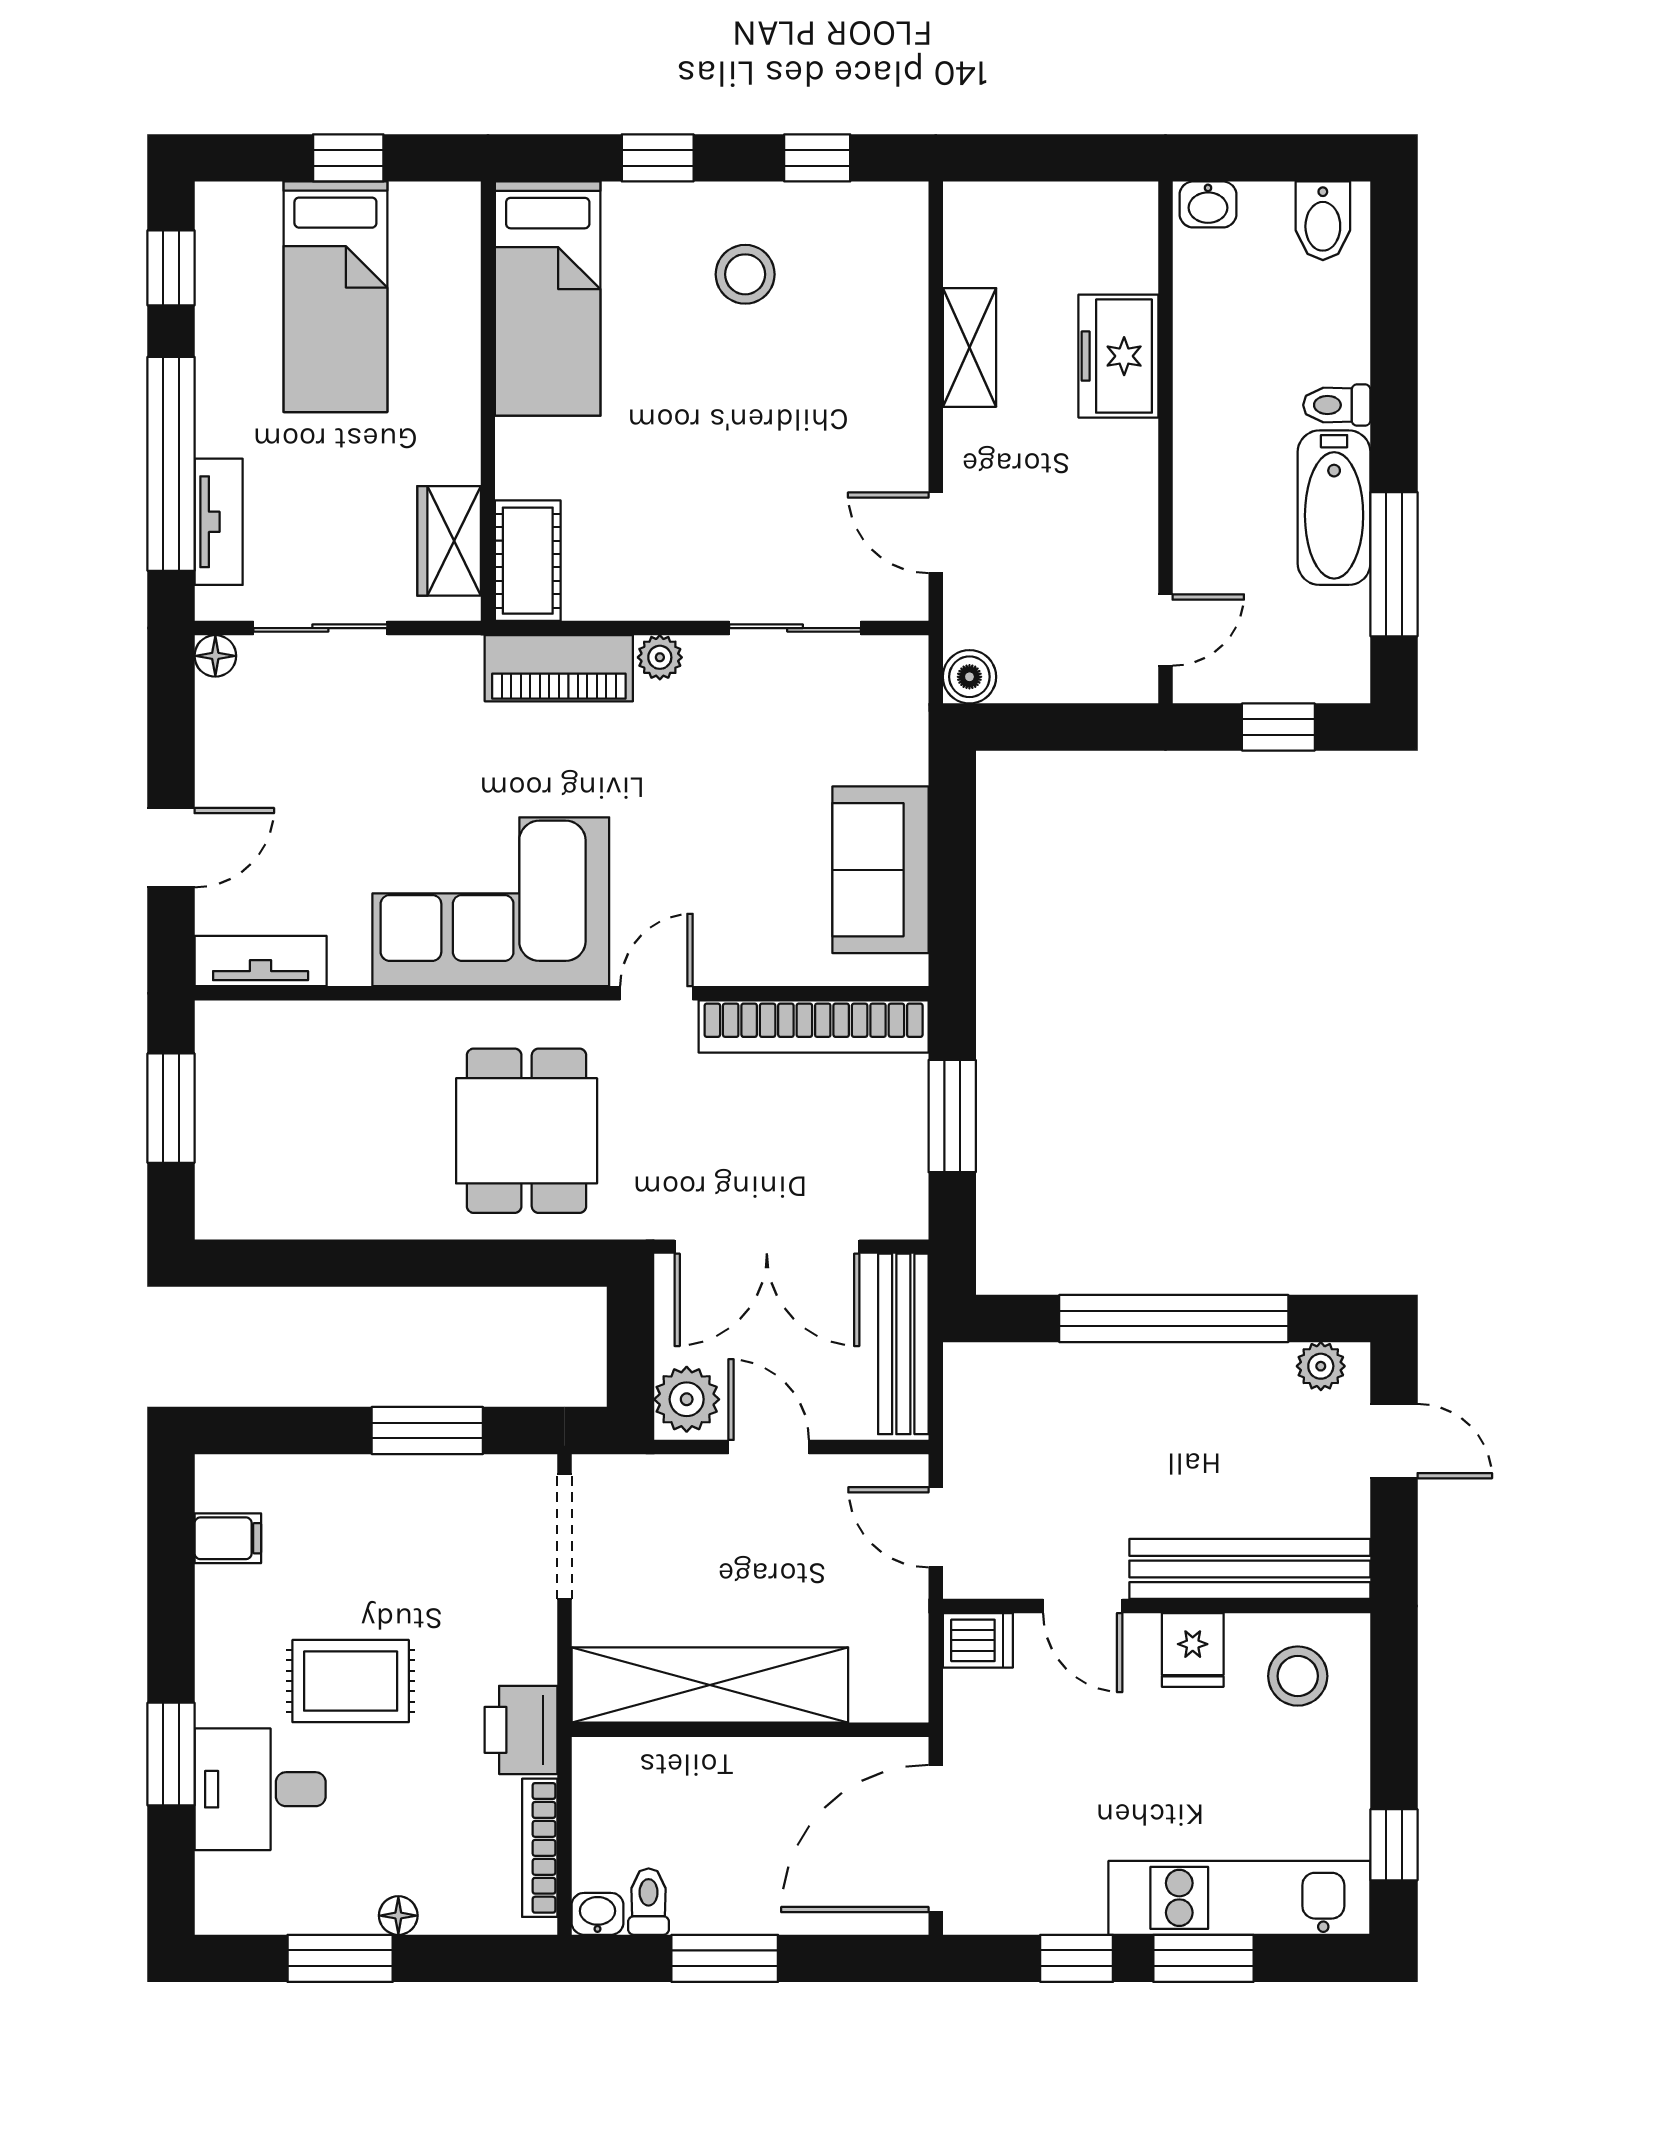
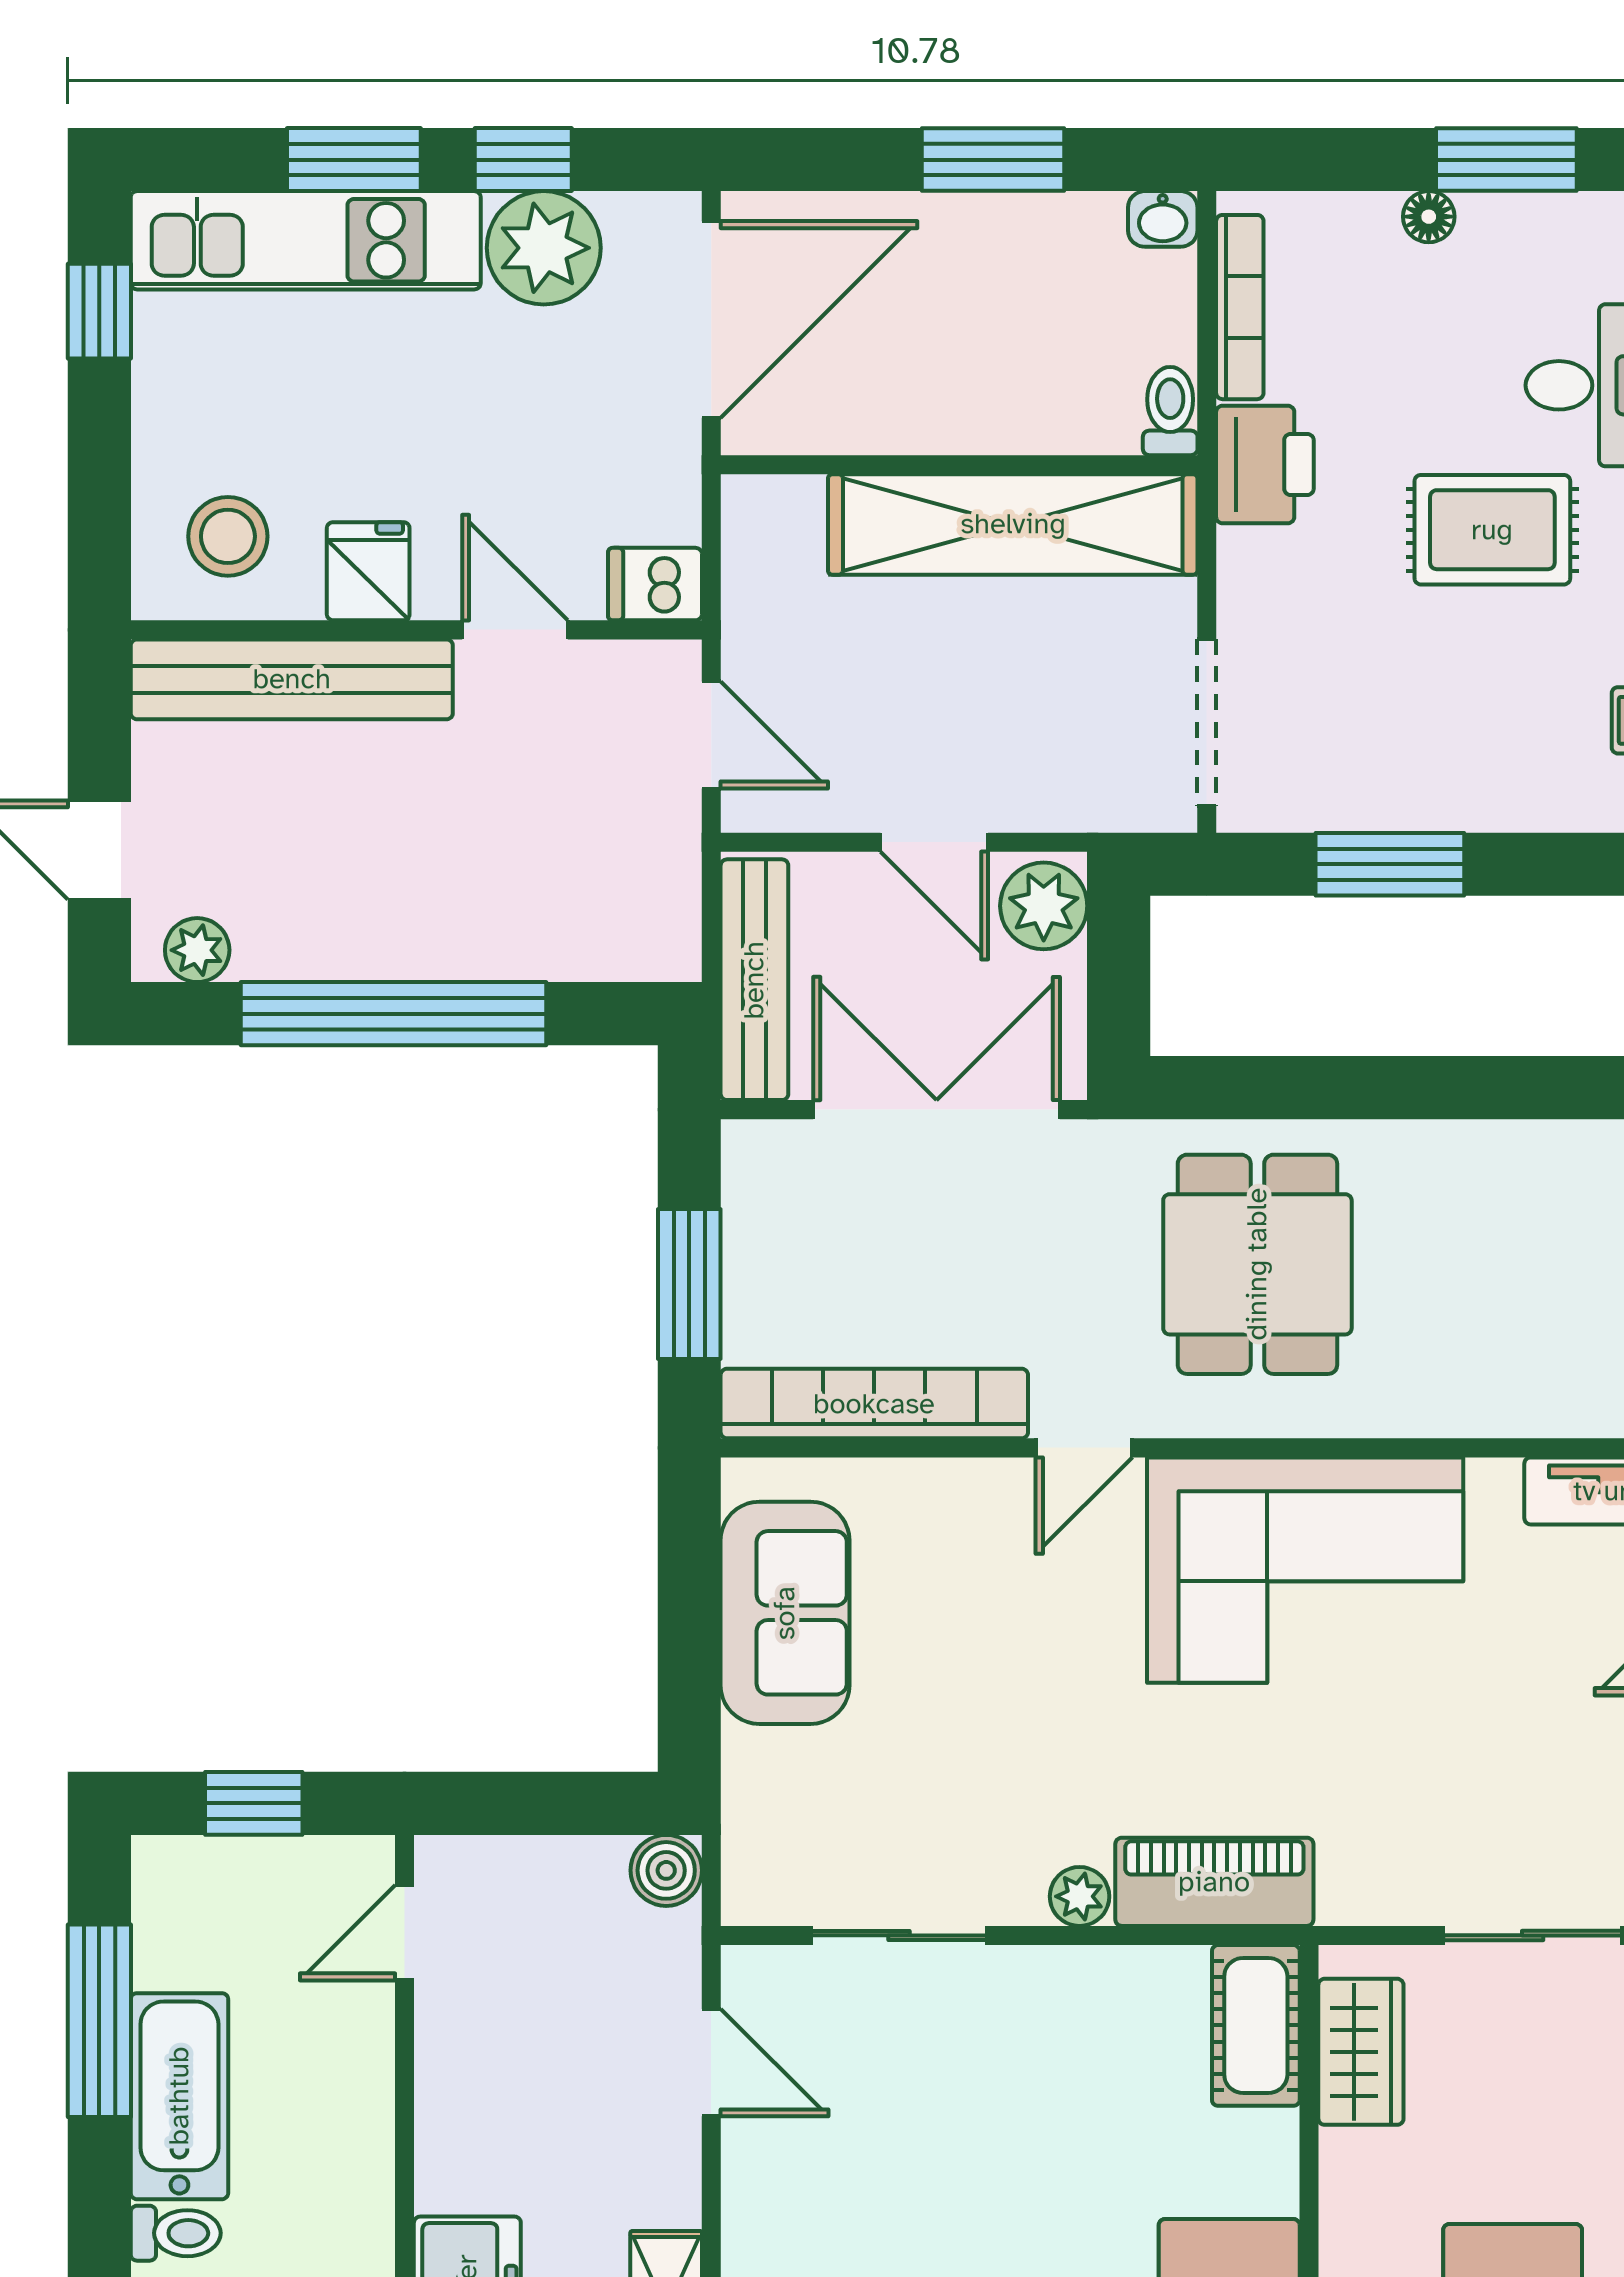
plant: (1061, 1892) -> (544, 248), added
toilet: (649, 1902) -> (1170, 411), moved, turned 180

